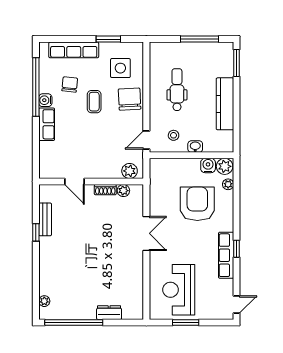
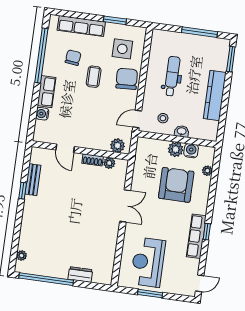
water cooler: (45, 100) -> (42, 114), moved
plant: (225, 166) -> (176, 149), moved

